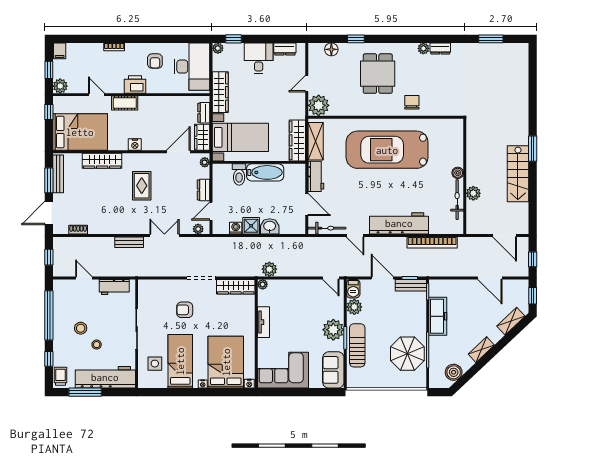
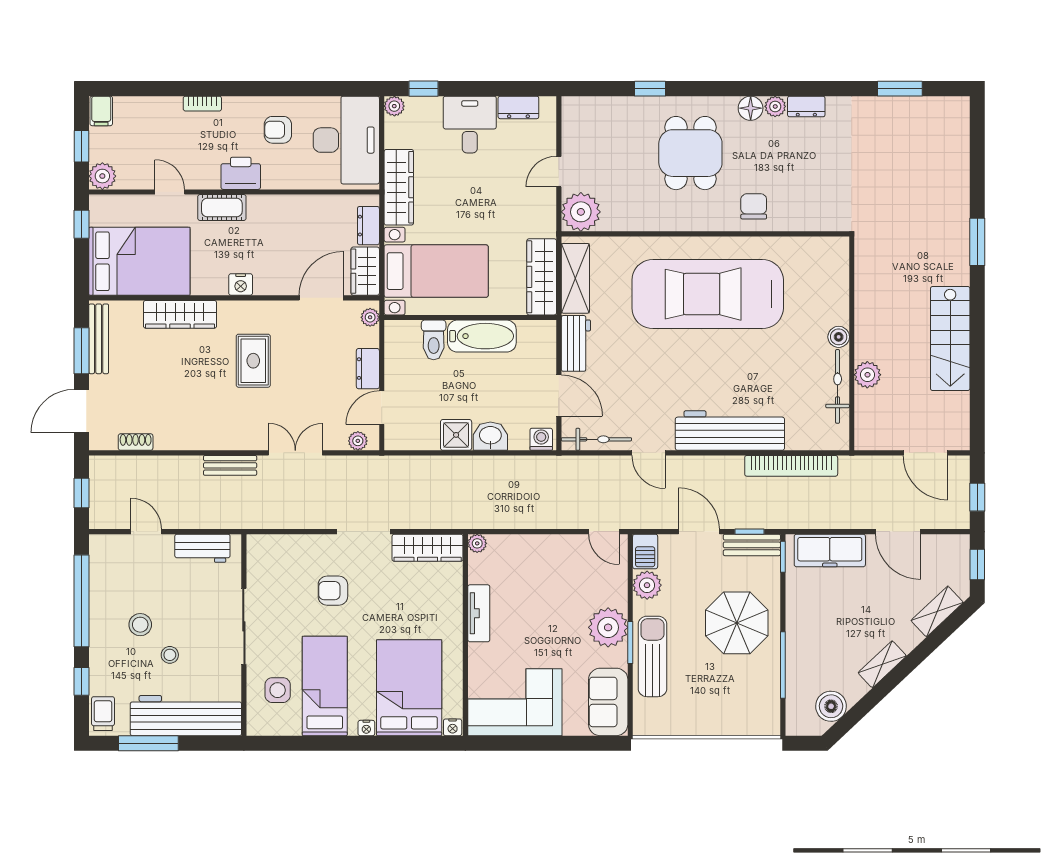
floor lamp: (331, 49) -> (751, 108), moved
armchair: (155, 61) -> (278, 130), turned 90
window: (533, 149) -> (977, 242), moved
washing machine: (236, 228) -> (541, 439), moved
plant: (269, 269) -> (490, 515), removed
freezer: (438, 316) -> (830, 550), moved, turned 90
parasol: (407, 354) -> (737, 623), moved

